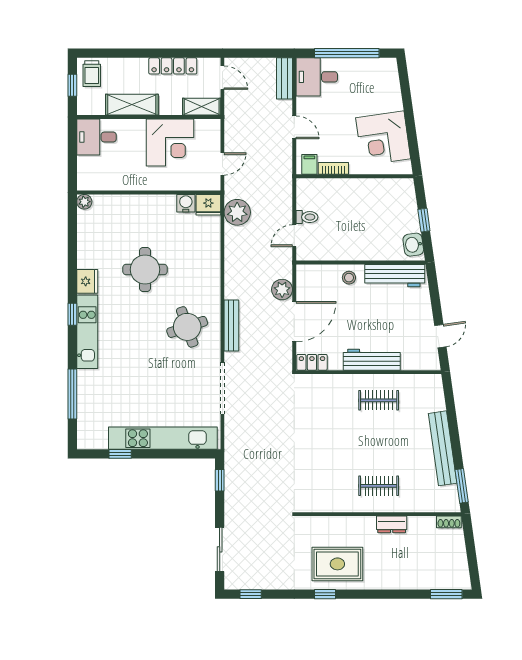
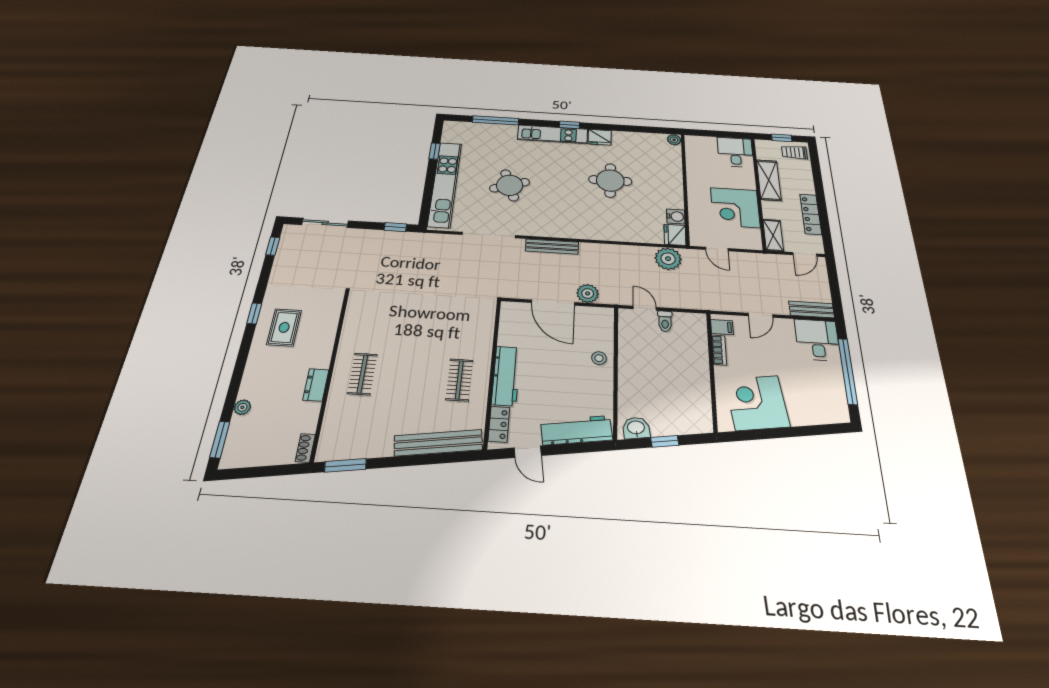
workbench: (395, 276) -> (576, 430), moved, turned 82
round table: (187, 327) -> (510, 185), moved
locker: (312, 362) -> (499, 424), moved
bench: (443, 448) -> (438, 443), moved
rug: (337, 564) -> (284, 327), width x0.73, depth x0.70
plant: (416, 582) -> (242, 407), added

